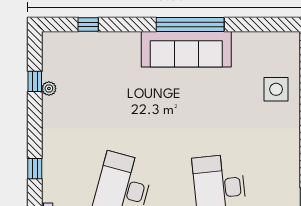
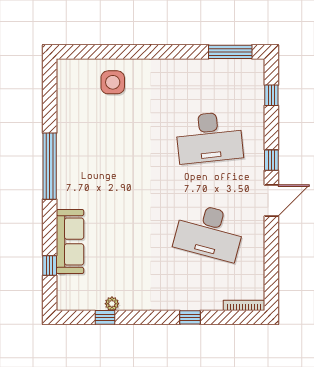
sofa: (186, 49) -> (70, 242), moved, width x0.74, depth x0.79

